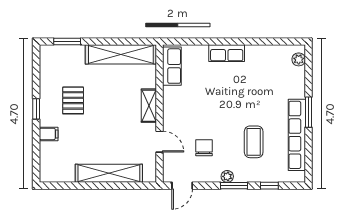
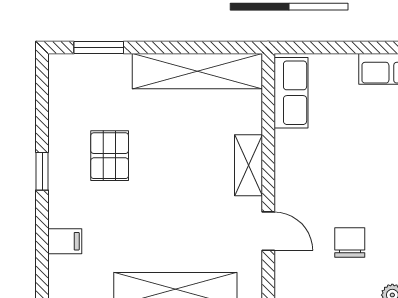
filing cabinet: (49, 134) -> (65, 241), moved

